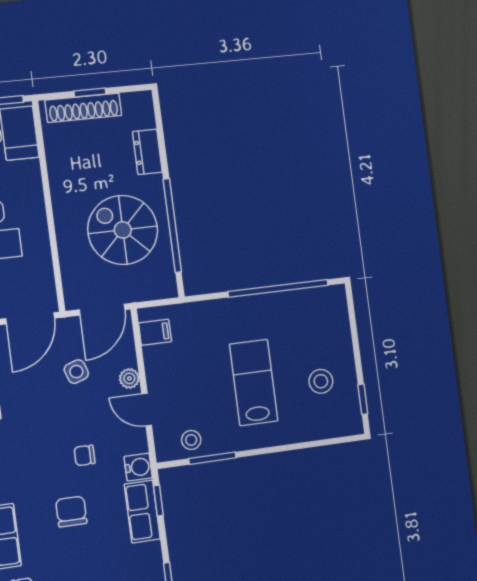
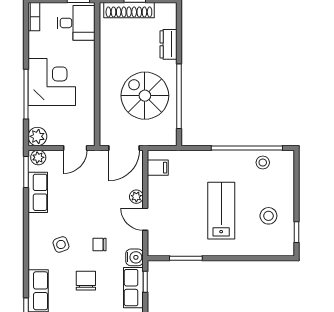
door: (30, 318) -> (75, 148), width x0.73
side table: (76, 372) -> (61, 244), moved
stool: (191, 440) -> (263, 163), moved

